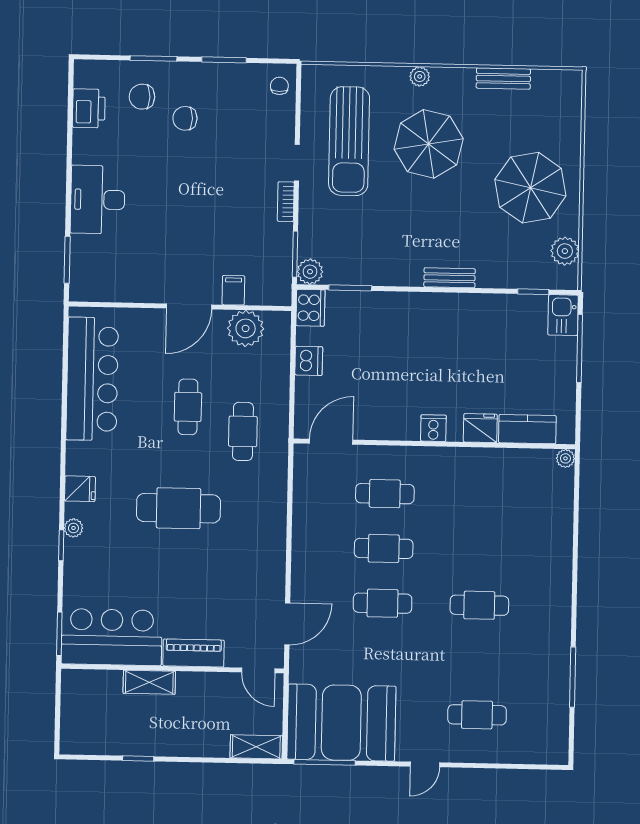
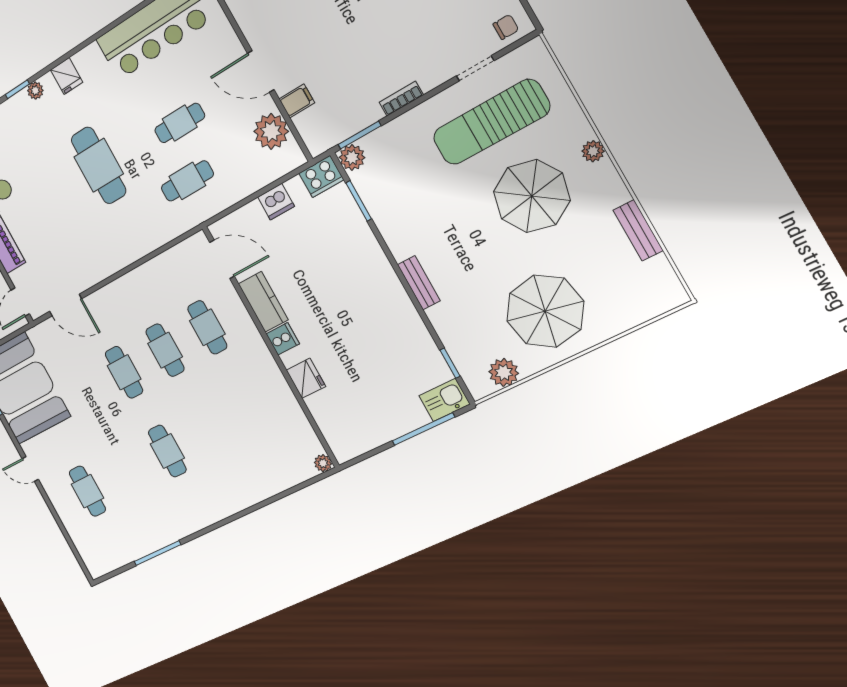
doorway: (297, 163) -> (475, 68), moved
kitchen counter: (527, 429) -> (263, 302), moved

